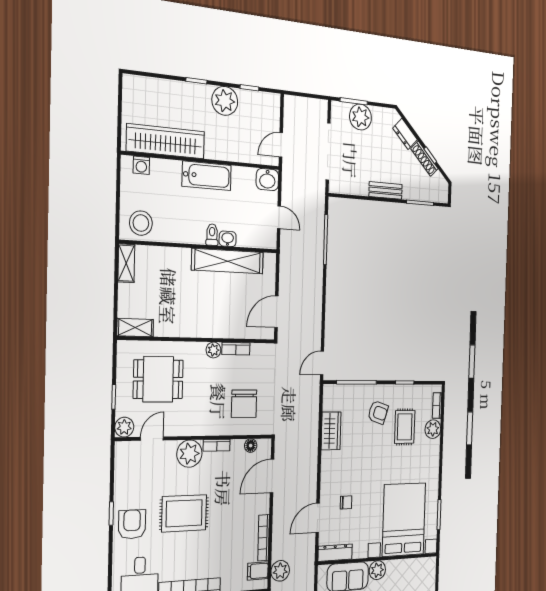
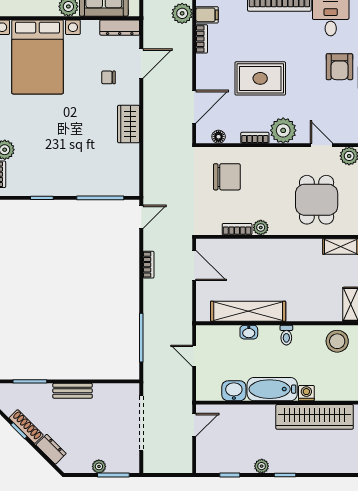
plant: (225, 101) -> (262, 466), width x0.53, depth x0.53
plant: (360, 117) -> (99, 466), width x0.53, depth x0.53
washing machine: (141, 165) -> (306, 393), moved
washbasin: (267, 180) -> (234, 391), moved
toilet: (212, 235) -> (286, 335), moved
door: (276, 312) -> (194, 265), hinge flipped
bookcase: (317, 314) -> (148, 265), added
dining table: (158, 379) -> (317, 200), turned 90
chair: (244, 404) -> (227, 177), turned 90
armchair: (378, 412) -> (73, 168), removed
rug: (405, 427) -> (40, 152), removed
wardrobe: (331, 431) -> (129, 124), moved
door: (152, 439) -> (322, 145), swing flipped
rug: (184, 513) -> (260, 78), moved
bookcase: (264, 538) -> (202, 39), width x0.64

